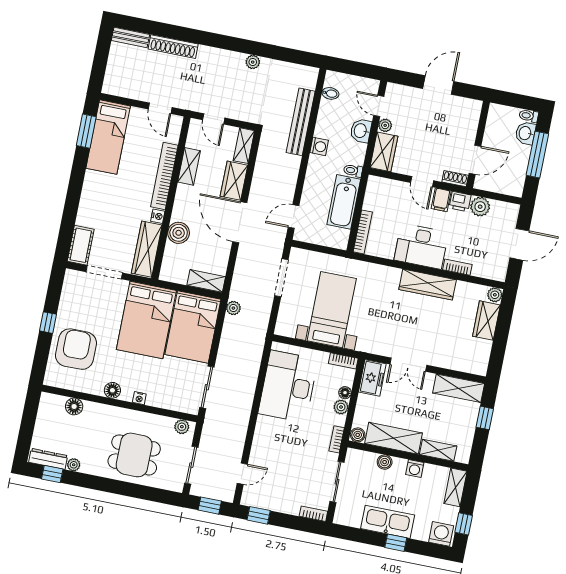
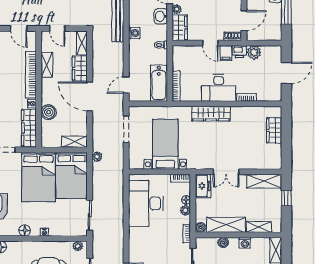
bathtub: (344, 202) -> (159, 83), moved
wardrobe: (428, 285) -> (211, 114), moved
plant: (495, 295) -> (276, 111), removed

